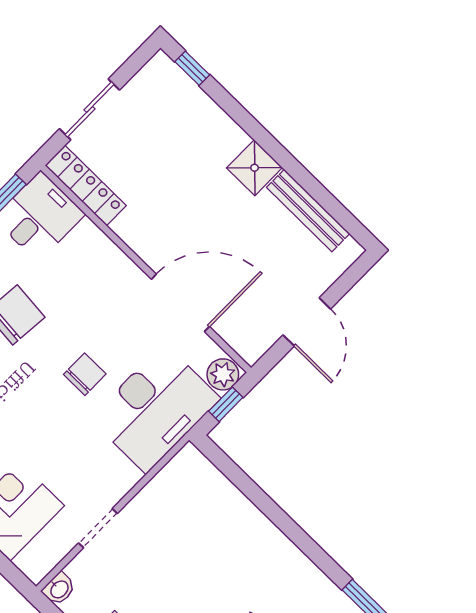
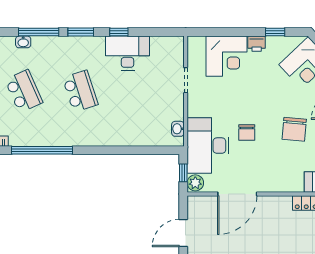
door: (307, 322) -> (183, 233), hinge flipped
washbasin: (59, 589) -> (178, 129), moved

